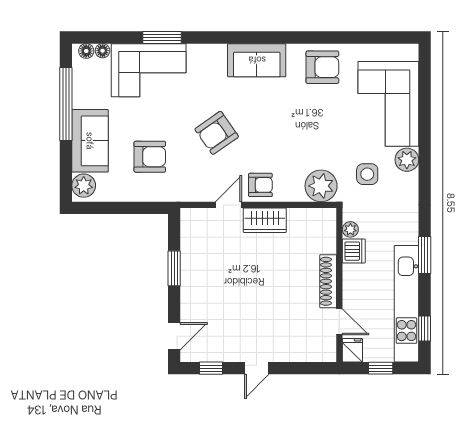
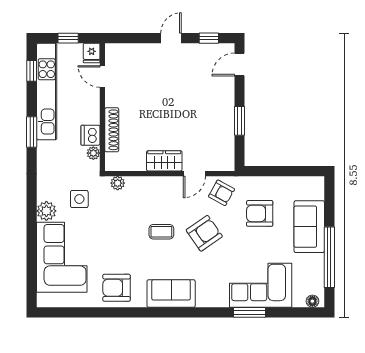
floor lamp: (103, 51) -> (299, 301), removed
coffee table: (268, 135) -> (161, 232), added
armchair: (260, 185) -> (222, 193), moved, turned -151
plant: (84, 186) -> (315, 190), removed
plant: (321, 186) -> (118, 183), width x0.53, depth x0.53
shoe rack: (328, 281) -> (112, 130), moved

